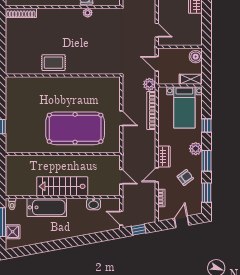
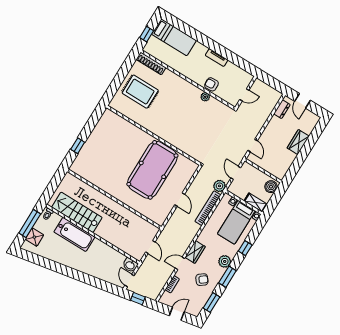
rug: (54, 63) -> (140, 92), moved, width x1.36, depth x1.43
pool table: (75, 128) -> (152, 170), moved, turned 90
stairs: (62, 186) -> (77, 212), moved
washbasin: (94, 204) -> (130, 265), moved

